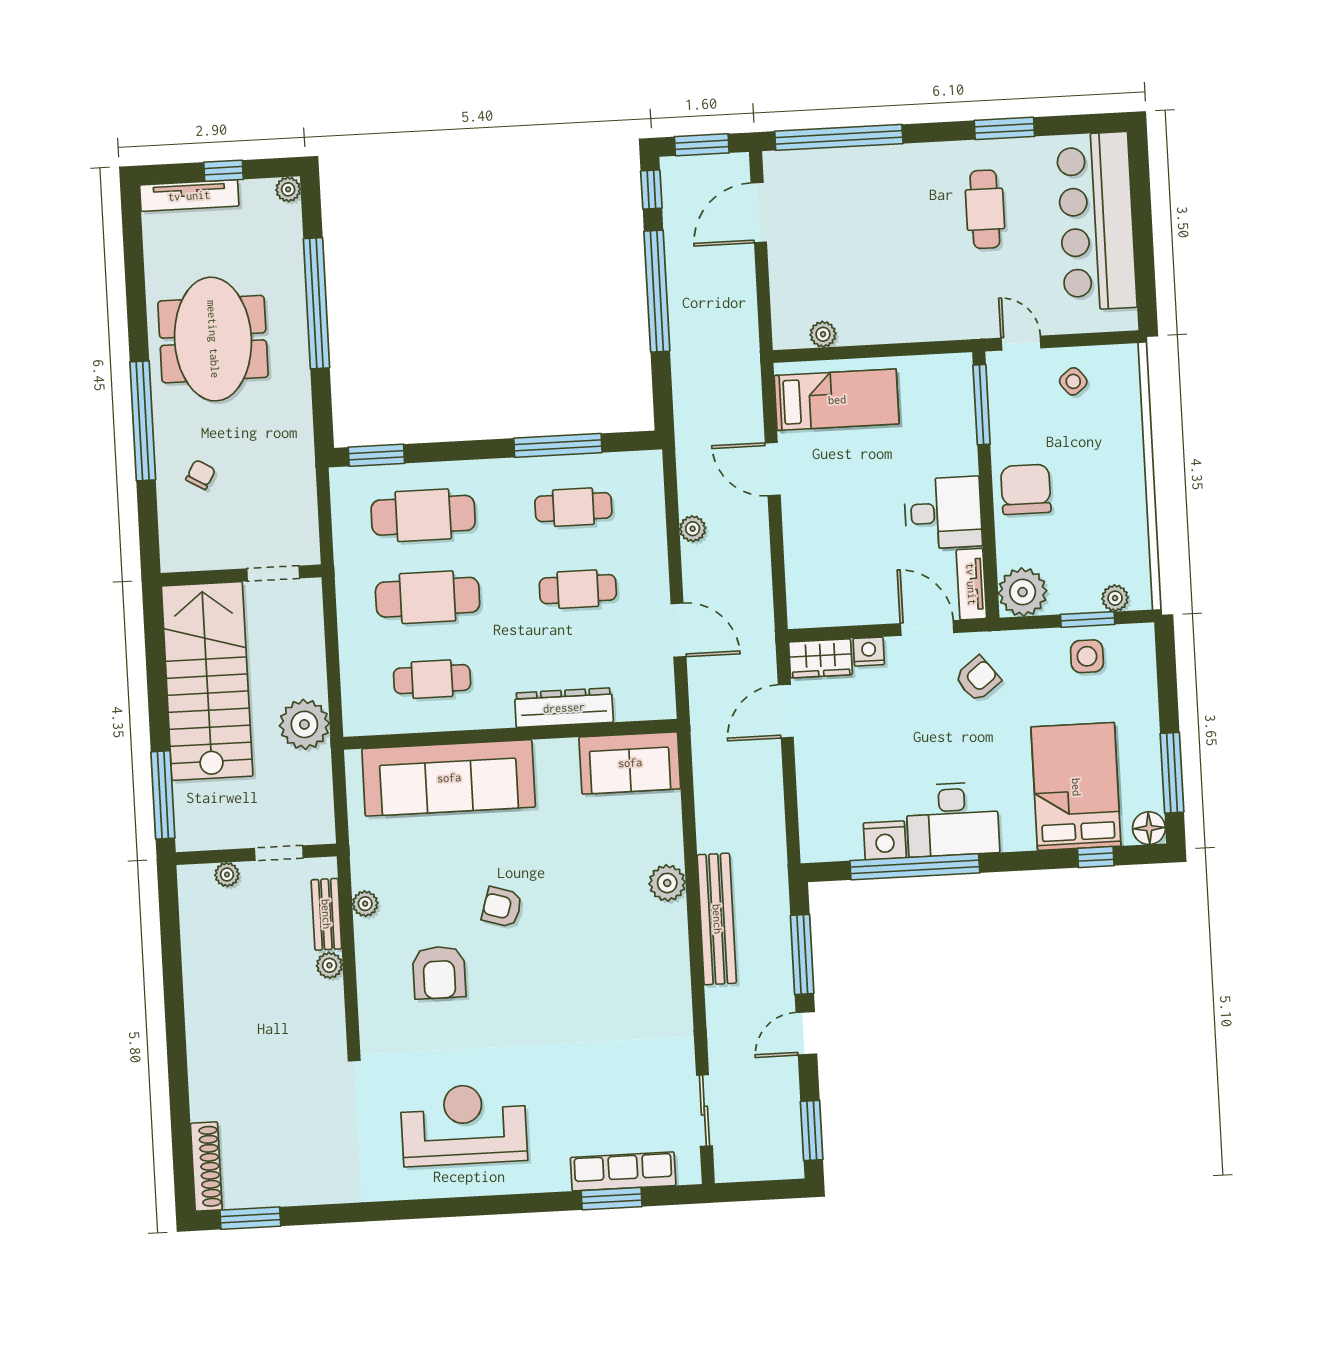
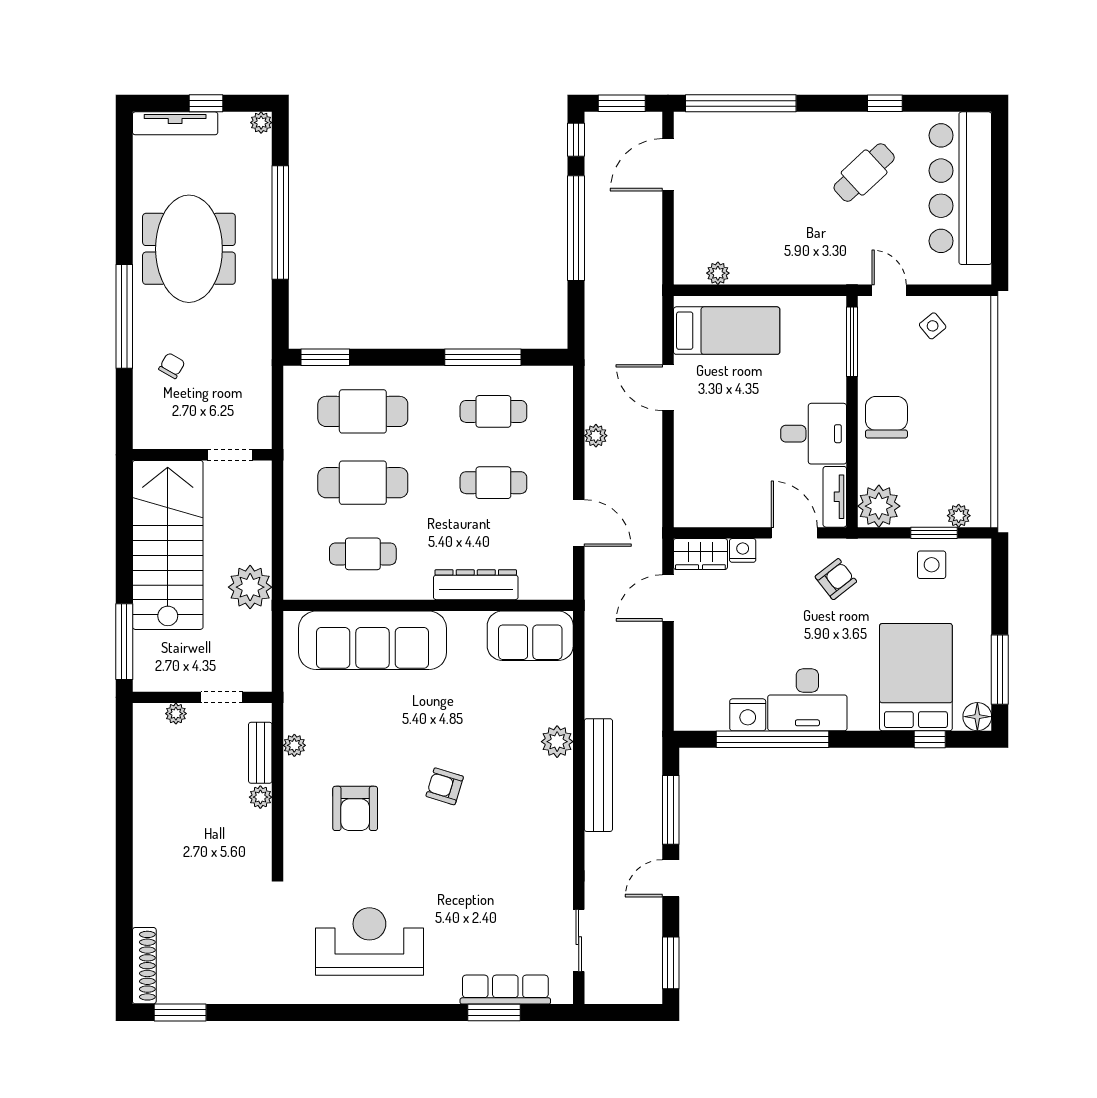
window: (1004, 128) -> (885, 103), width x0.67
cafe table: (985, 209) -> (864, 173), turned 47
armchair: (502, 907) -> (445, 786), moved

